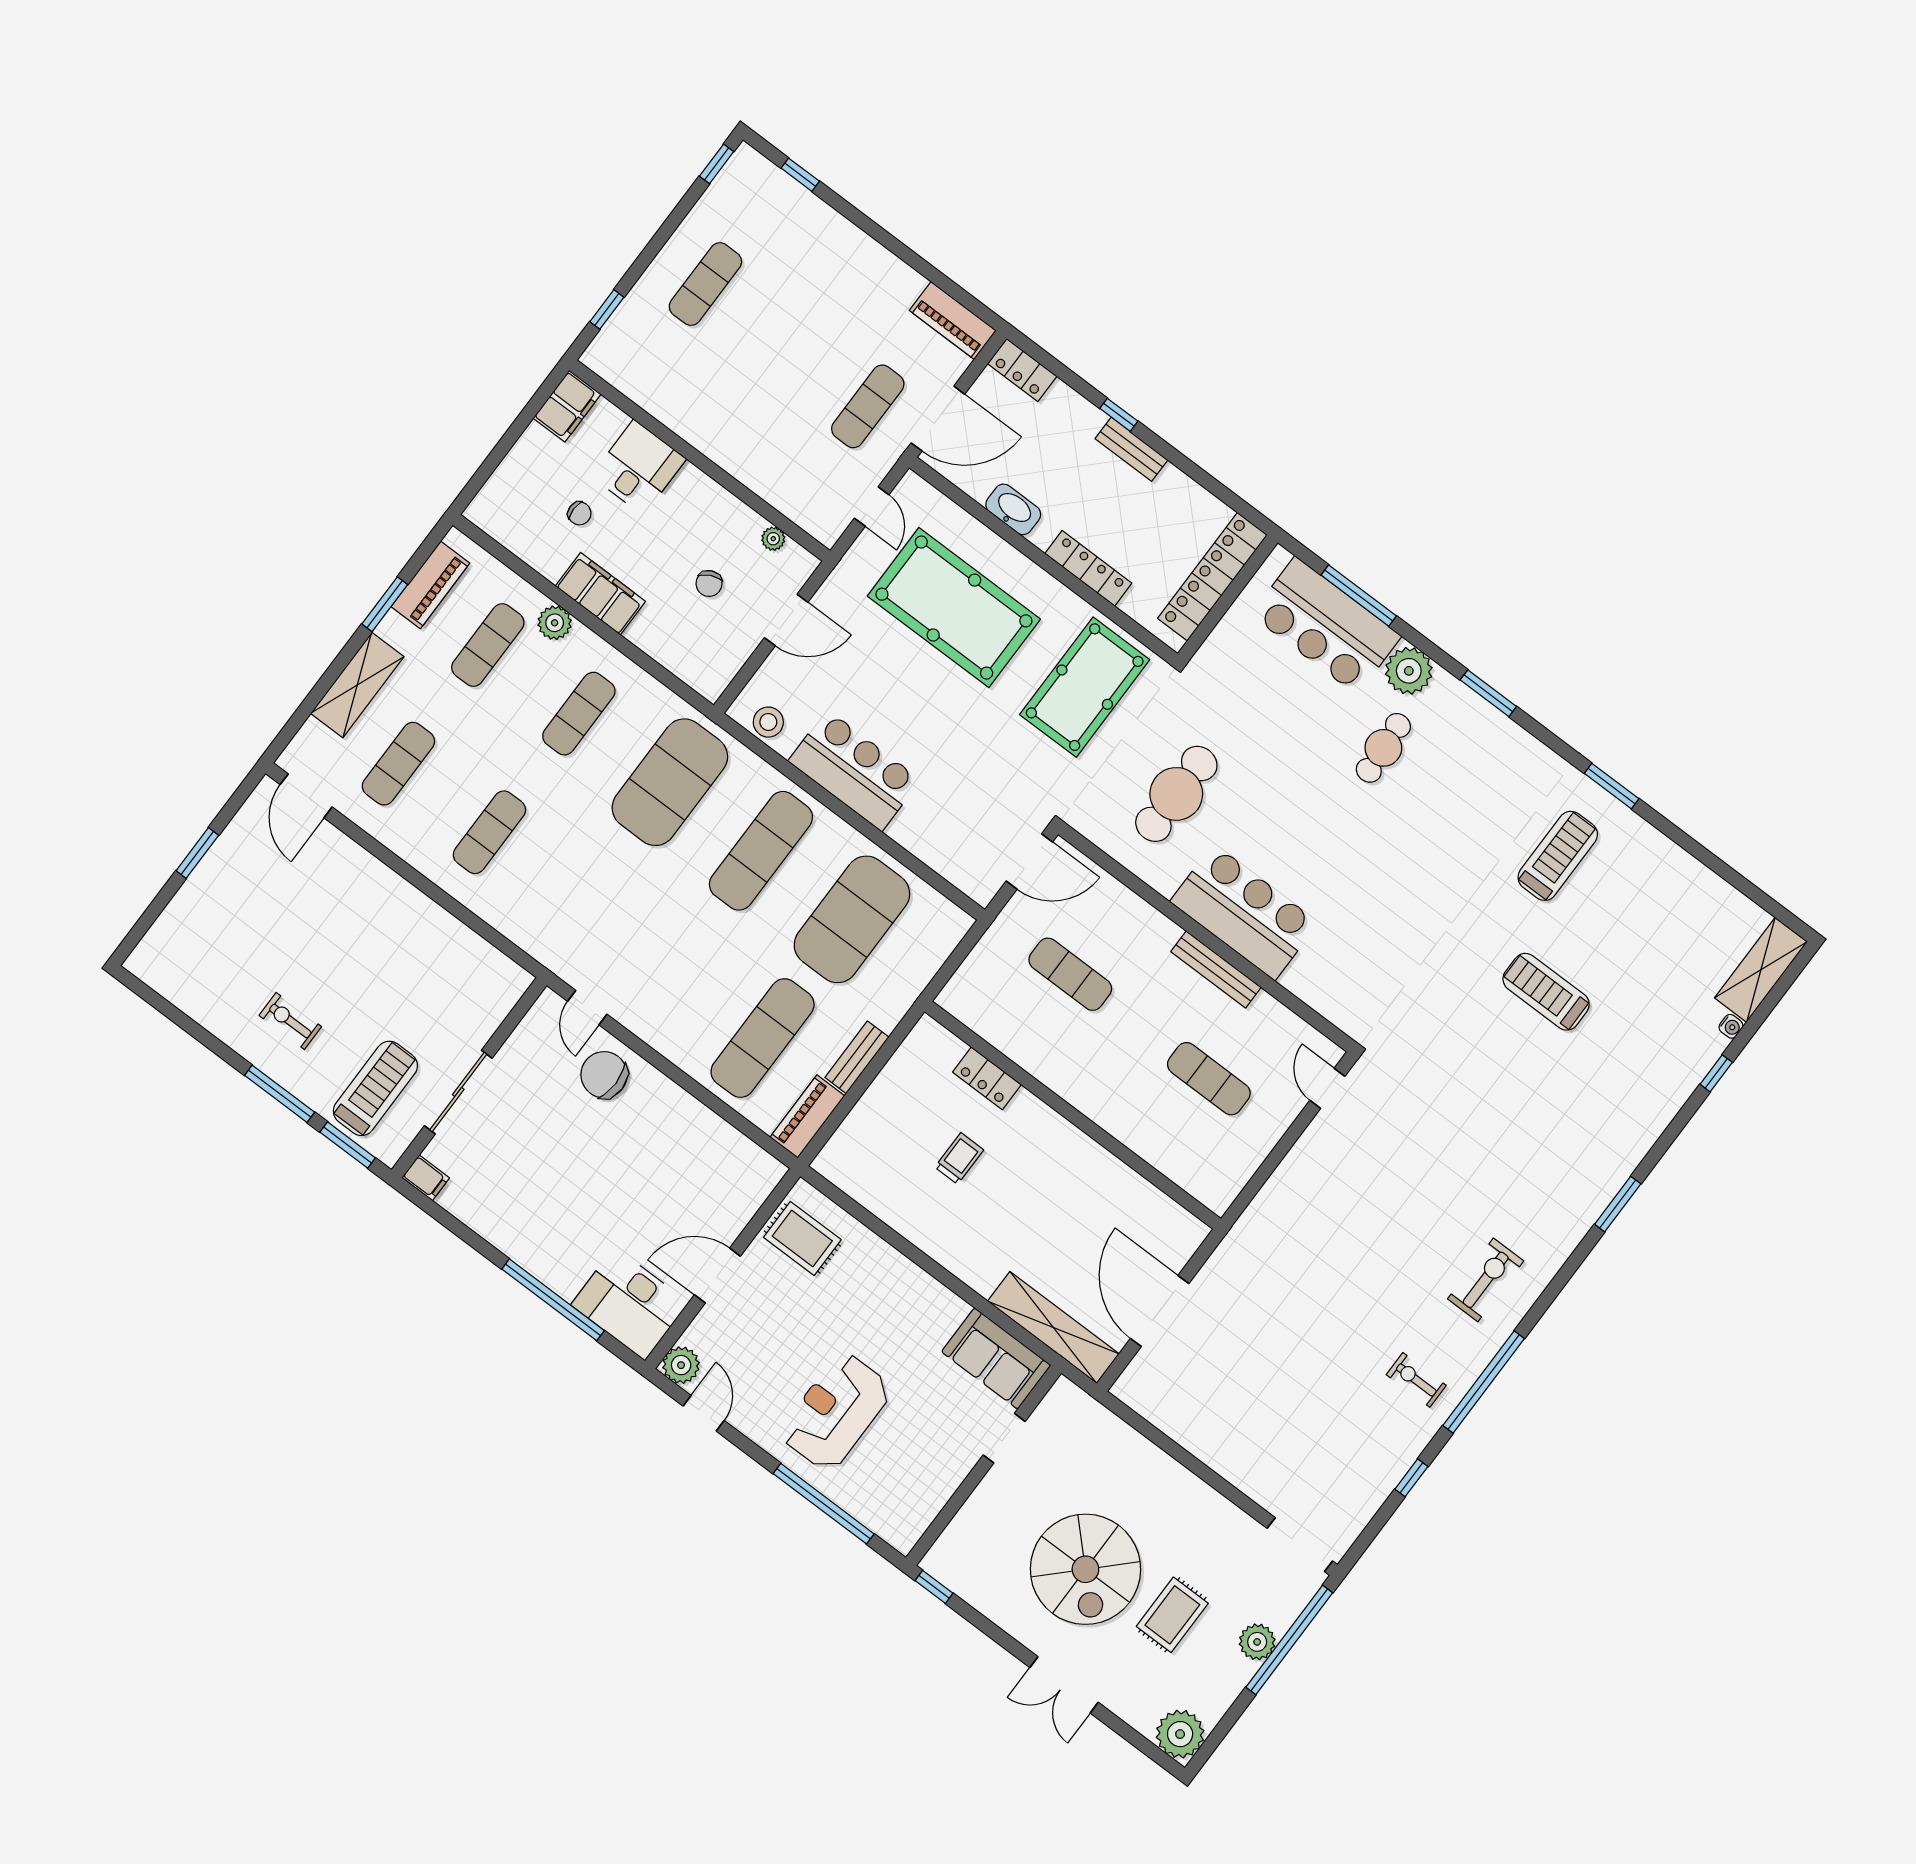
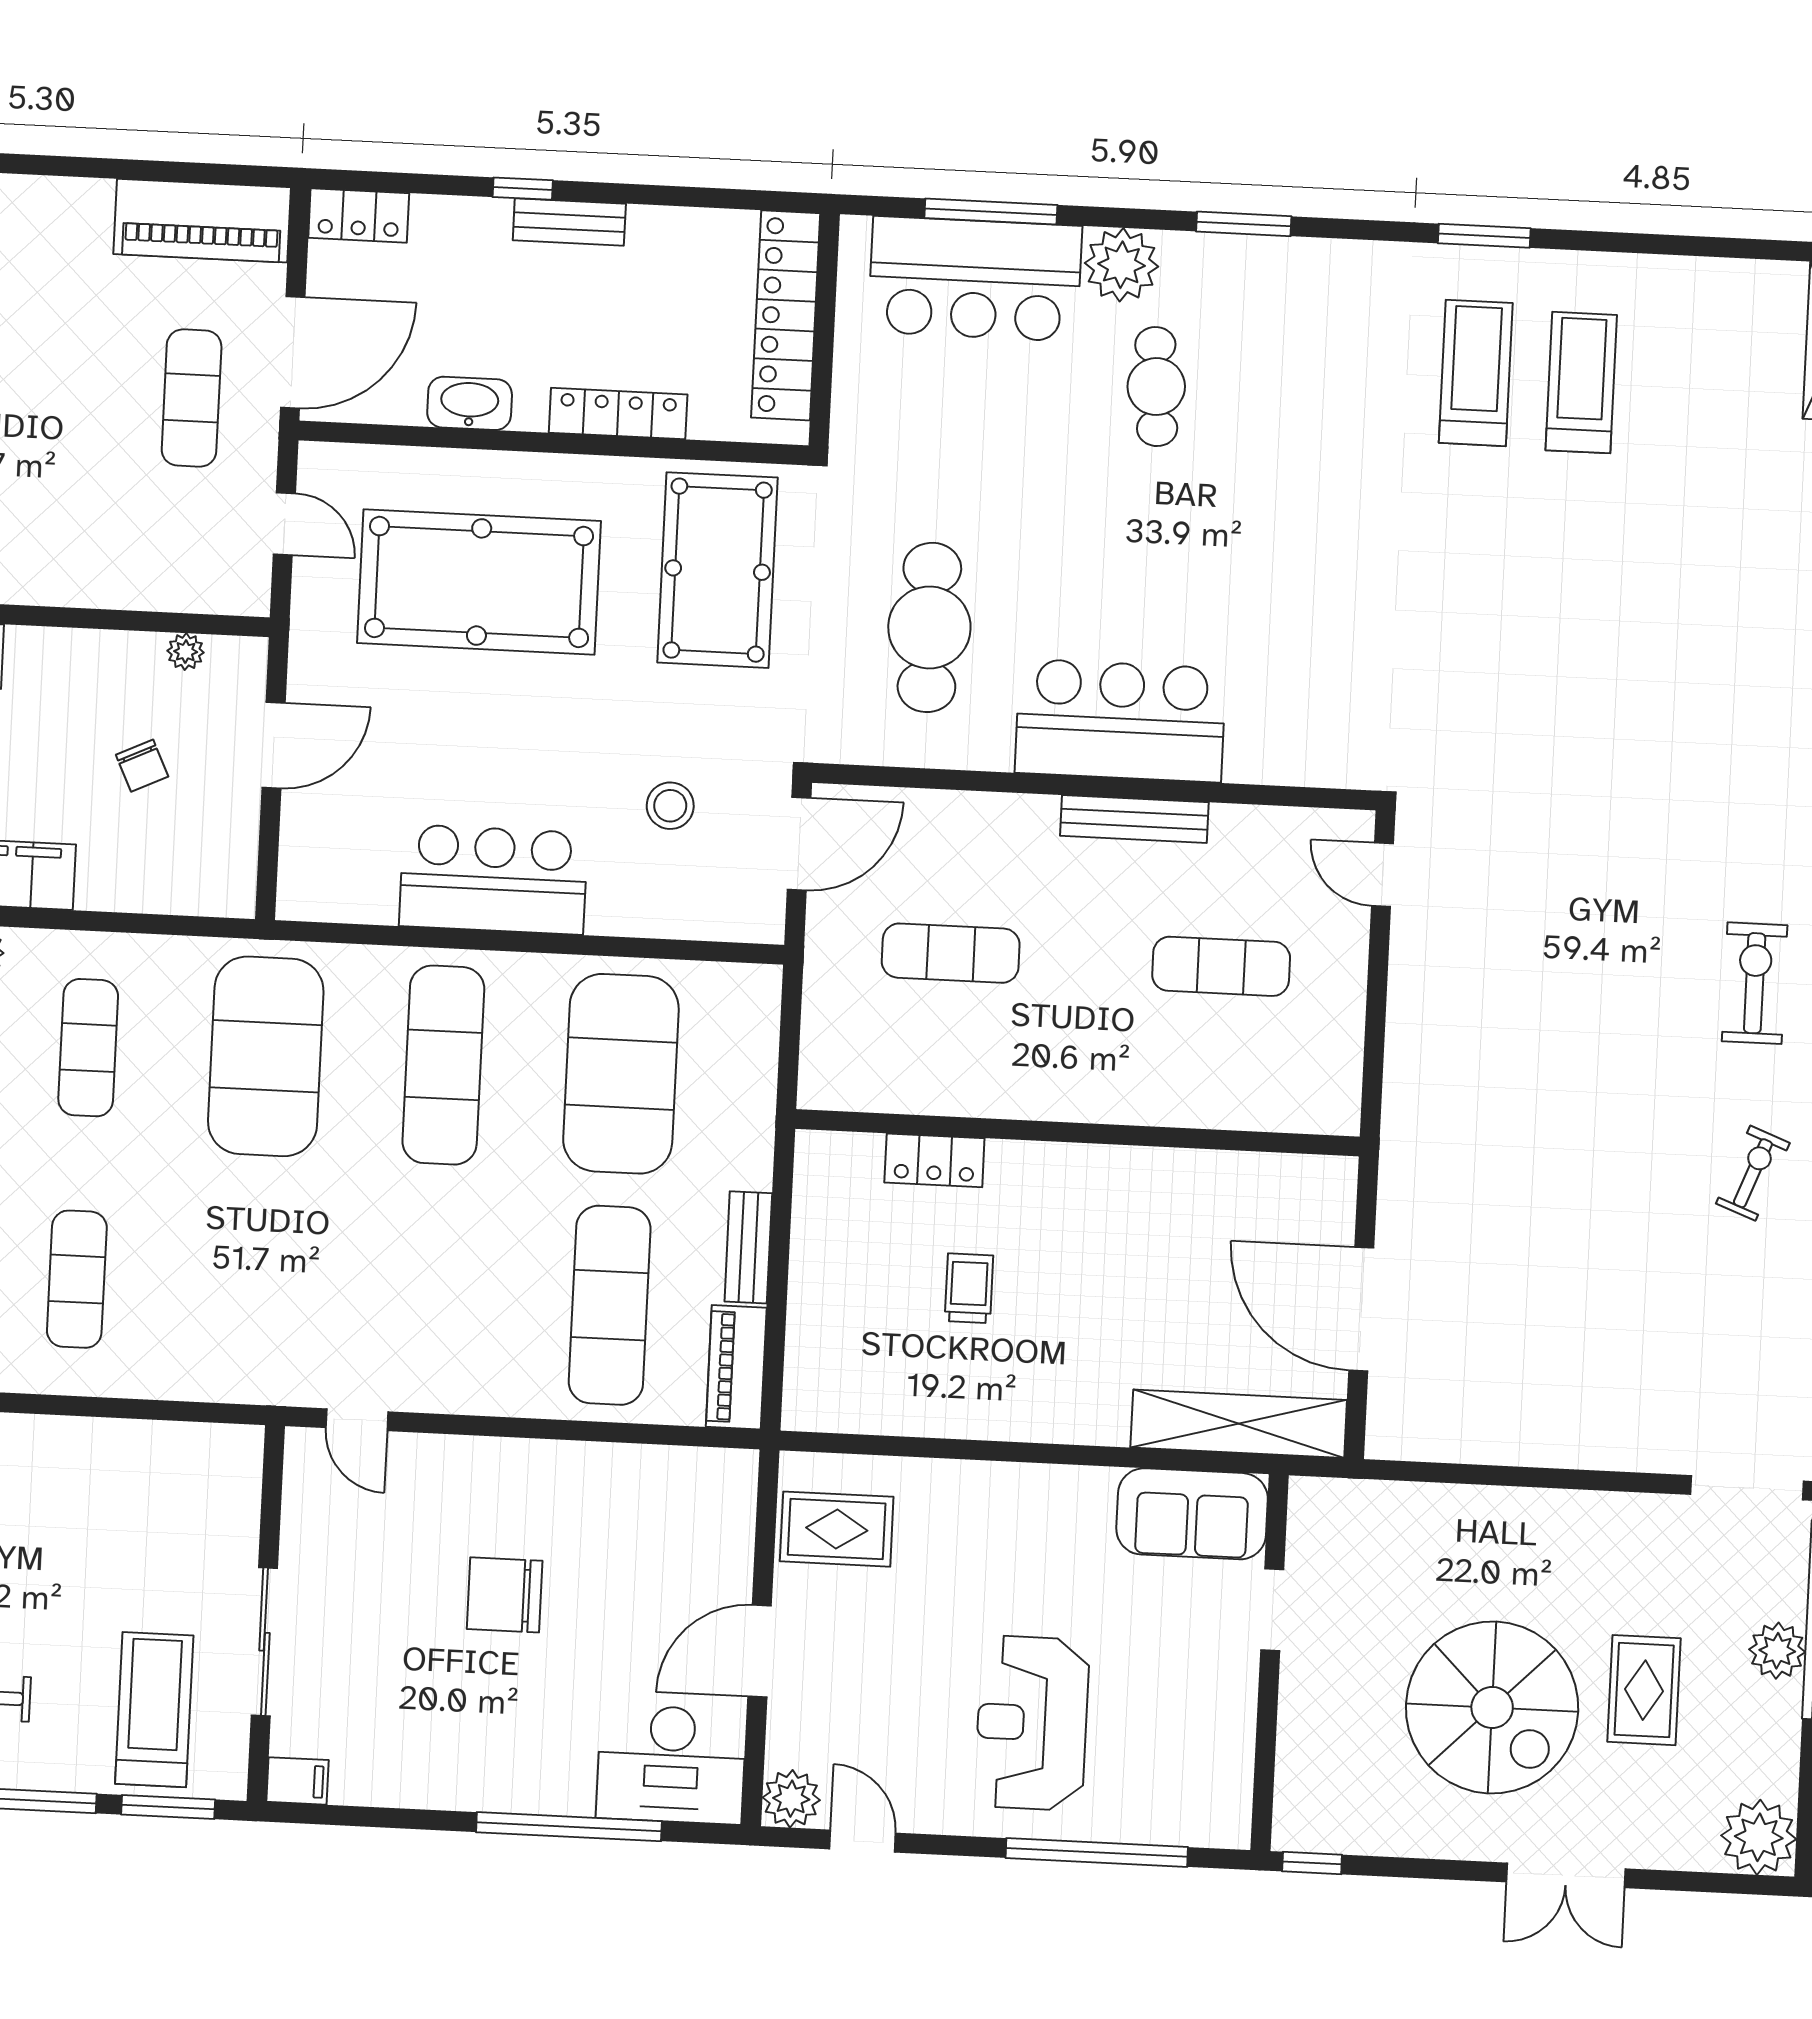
piano: (953, 320) -> (202, 221), width x1.37, depth x1.33
stool: (768, 722) -> (670, 806), moved
treadmill: (1546, 992) -> (1581, 383), moved, turned 90
chair: (604, 1075) -> (505, 1595), moved
exercise bike: (1416, 1380) -> (1753, 1173), turned 111

